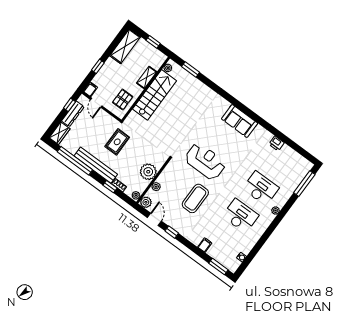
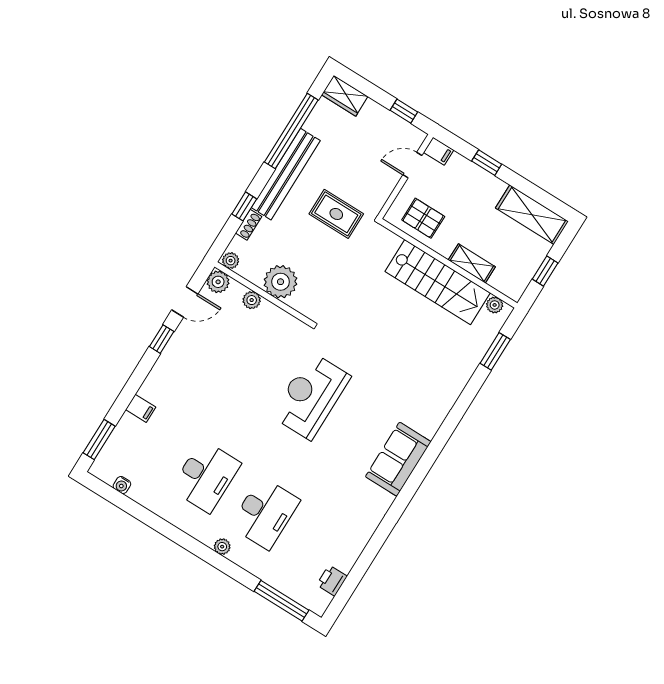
dresser: (73, 114) -> (386, 119), removed
printer: (277, 143) -> (332, 581), moved
reception desk: (205, 161) -> (311, 396), turned 180
coffee table: (195, 198) -> (234, 382), removed

